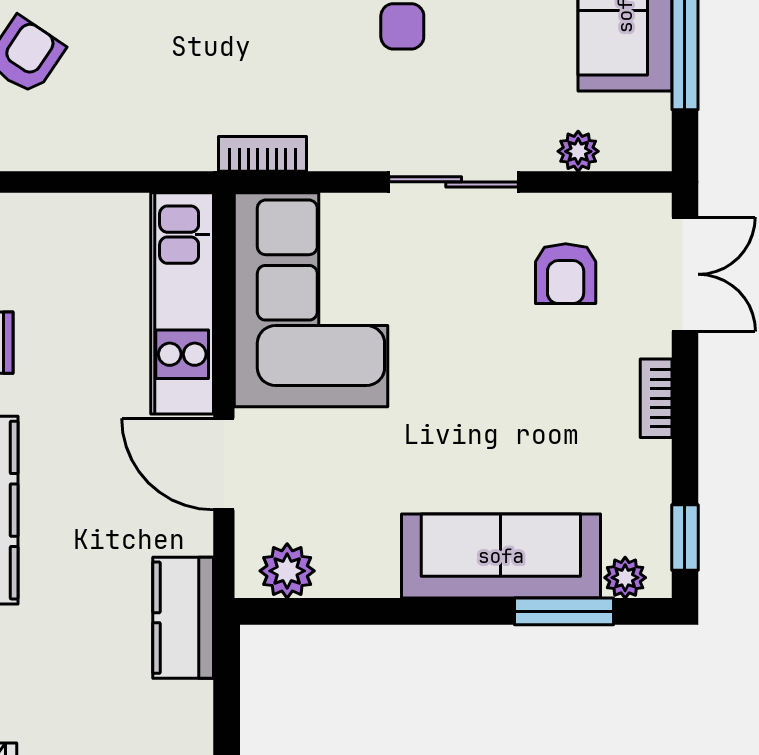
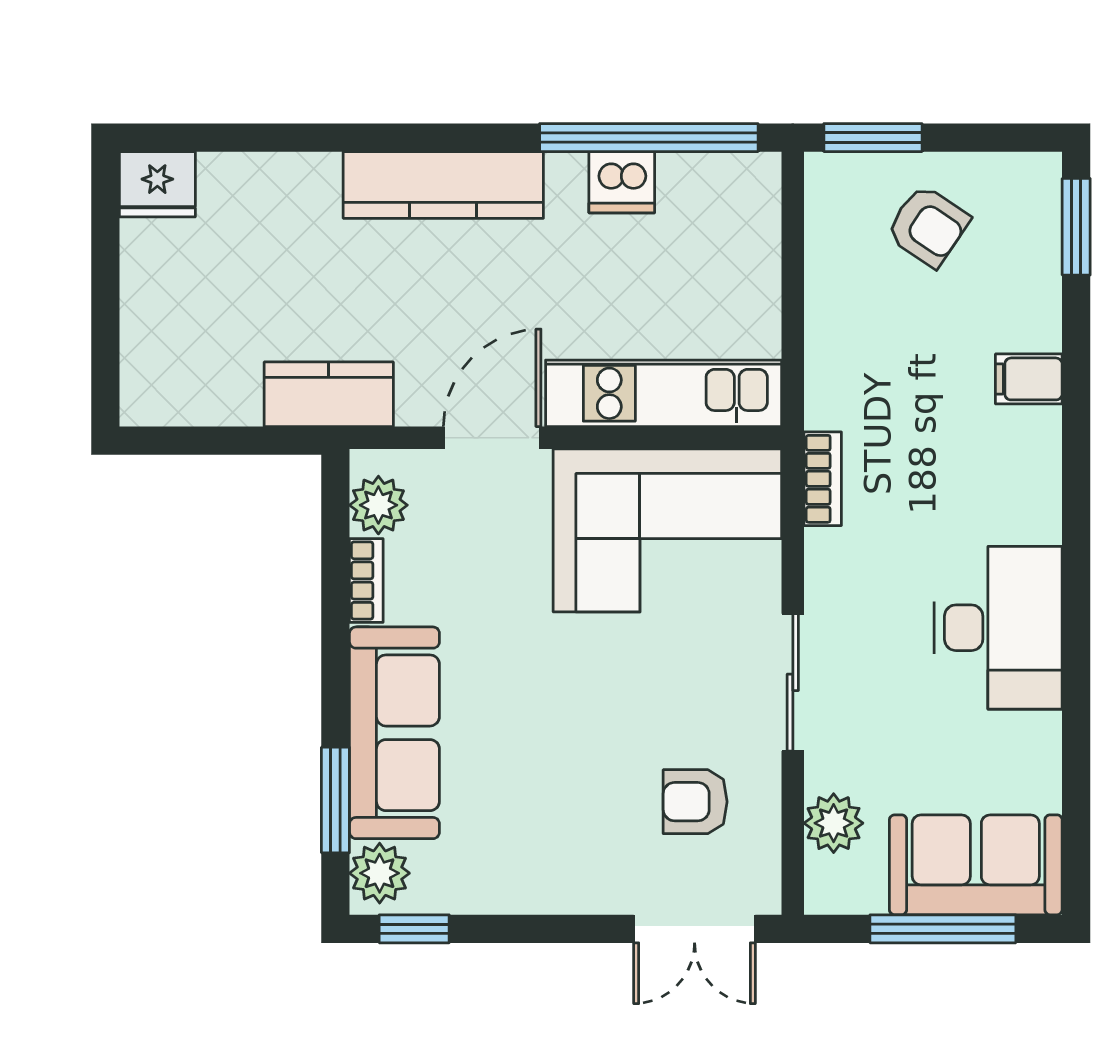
plant: (578, 151) -> (834, 823), width x1.38, depth x1.38
bookcase: (656, 398) -> (366, 581), moved, turned 90
plant: (625, 578) -> (380, 873), width x1.38, depth x1.38

